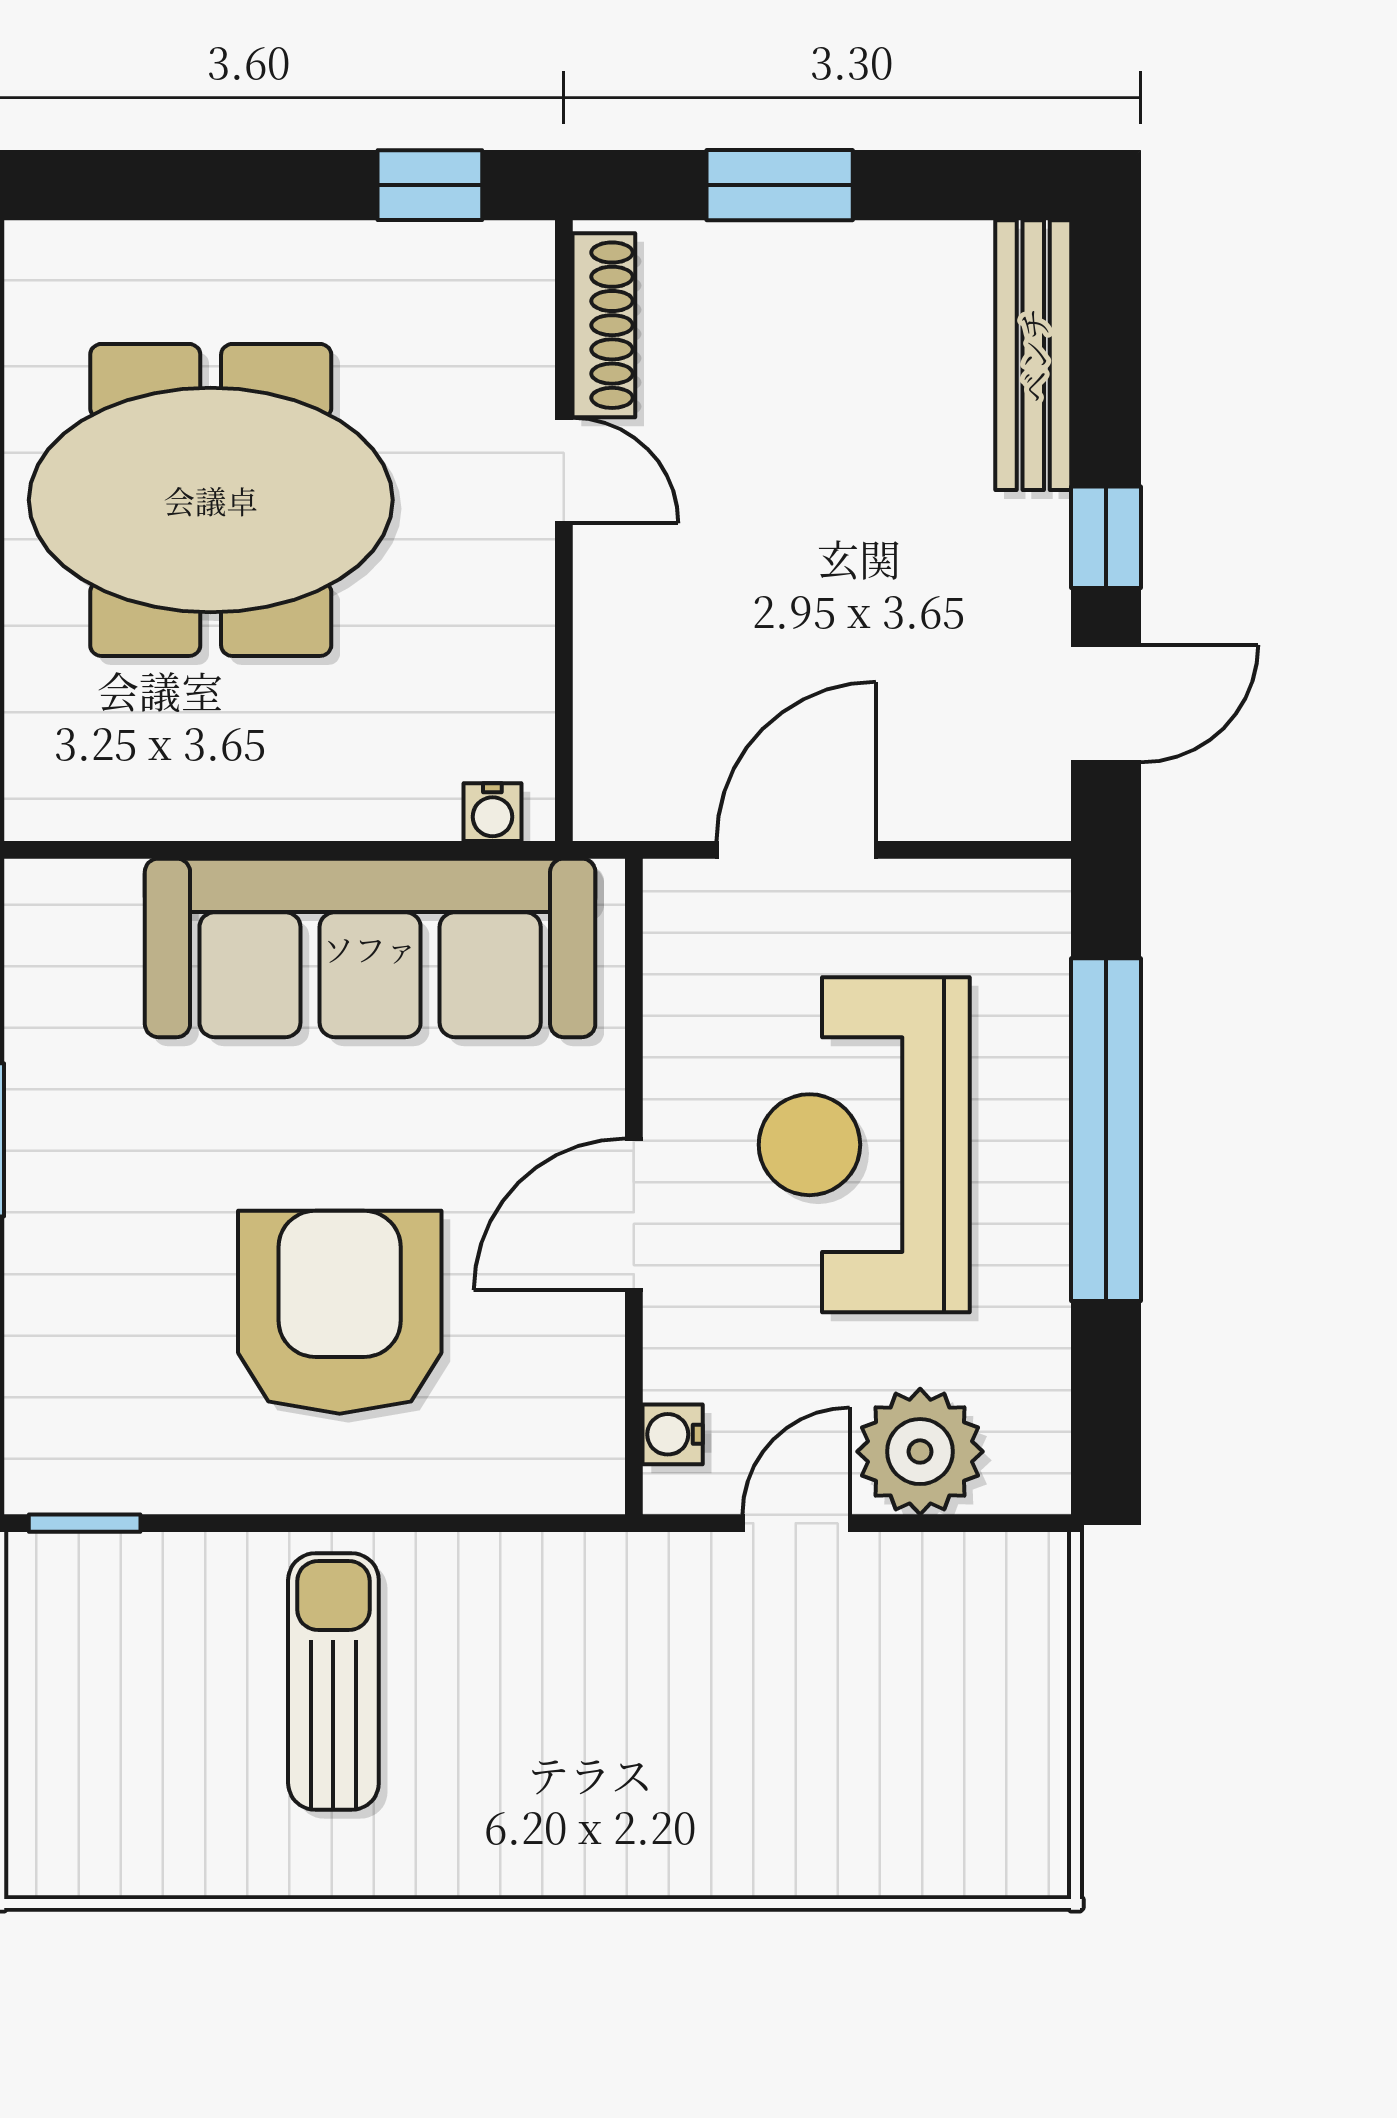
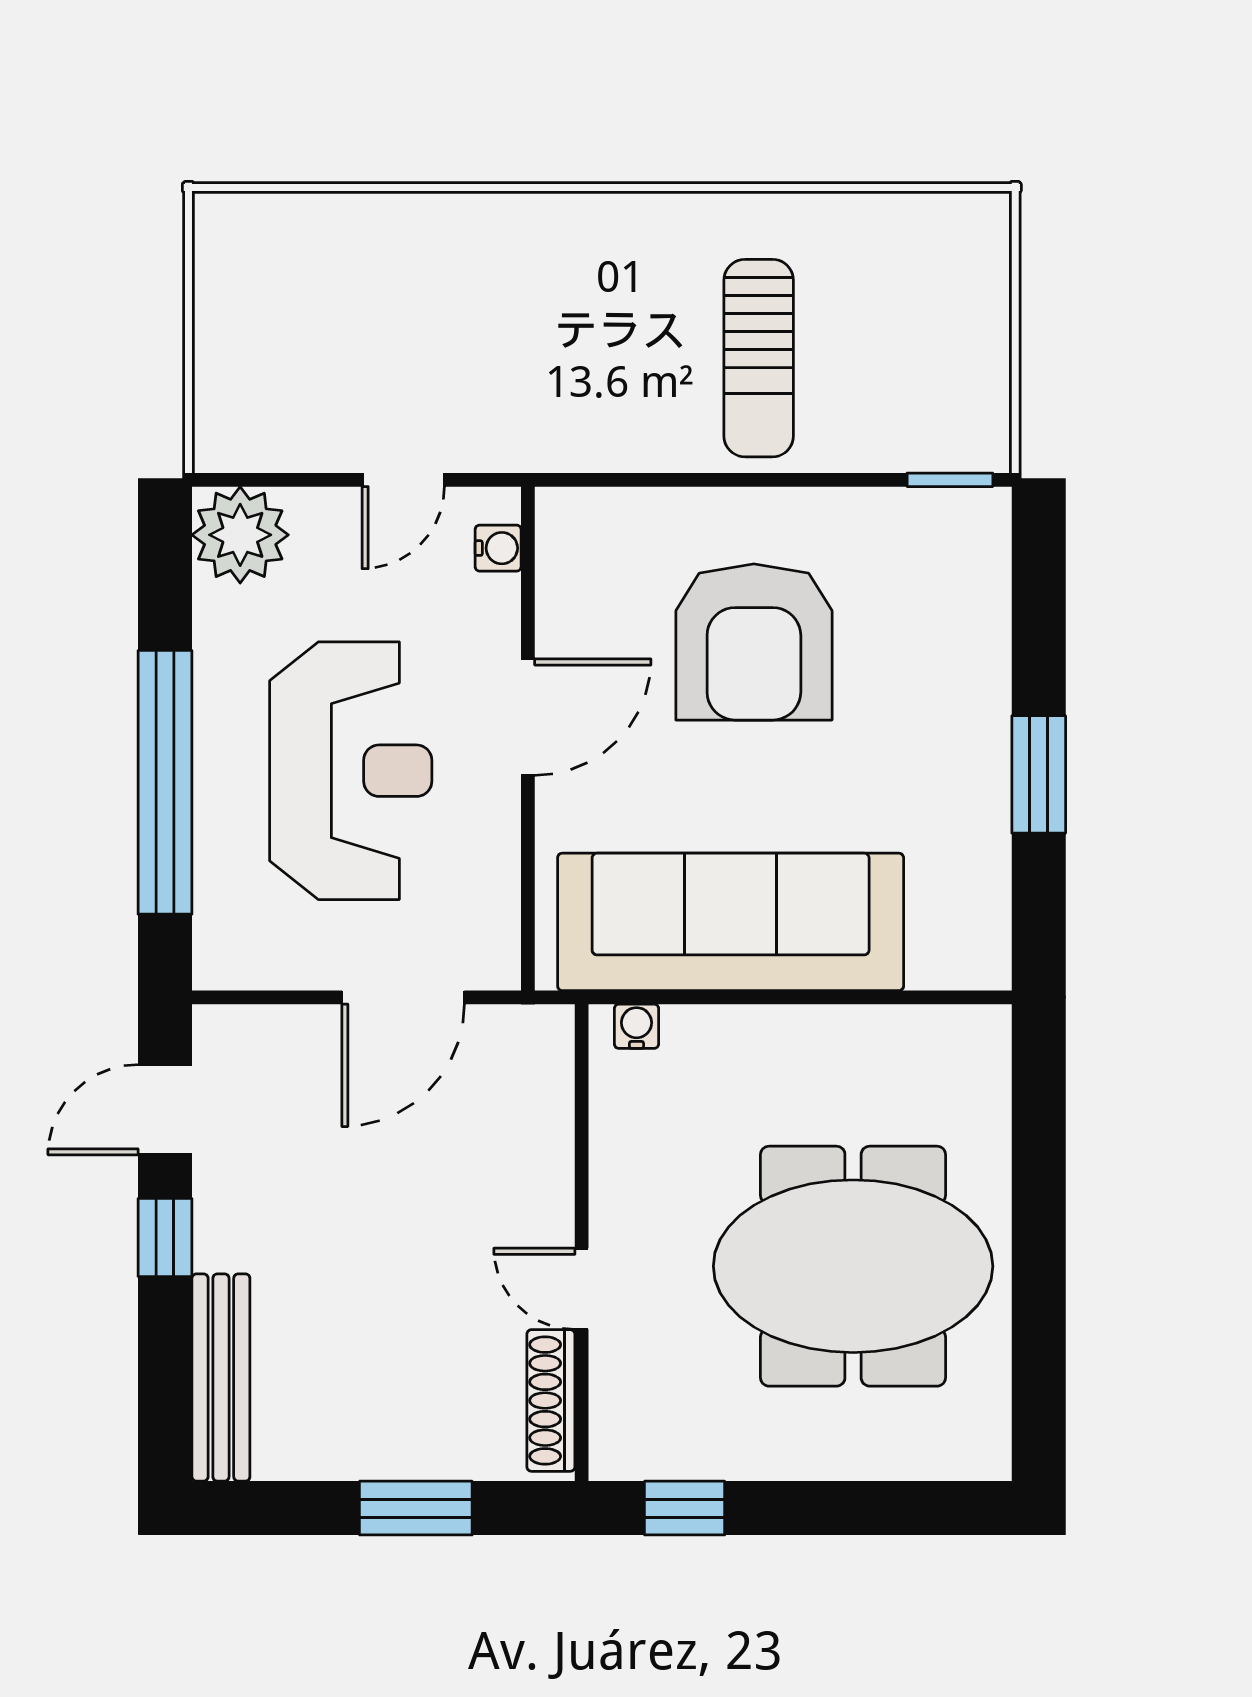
plant: (920, 1452) -> (240, 535), moved

